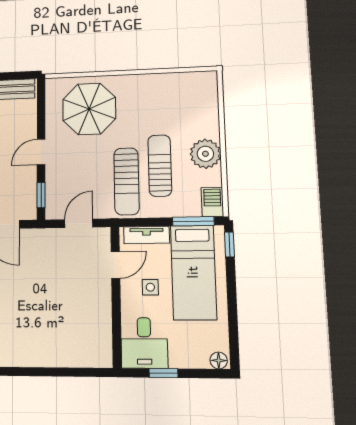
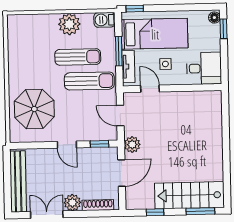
sun lounger: (160, 166) -> (78, 57), turned 180
window: (193, 221) -> (119, 51), moved
plant: (39, 239) -> (132, 145), added
window: (163, 373) -> (223, 29), moved

